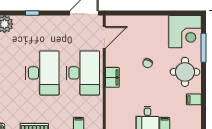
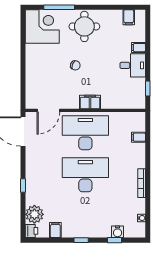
door: (104, 37) -> (48, 110), swing flipped
filing cabinet: (194, 99) -> (129, 17), moved

